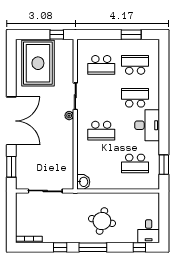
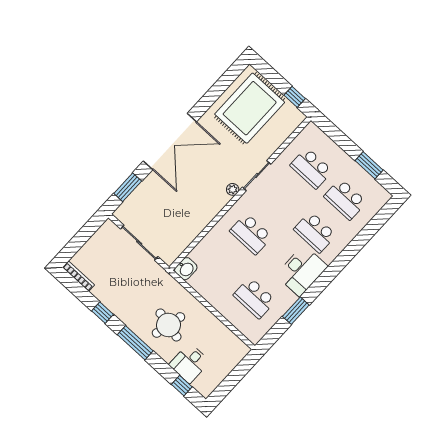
school desk: (135, 65) -> (345, 199), turned 180
school desk: (135, 98) -> (315, 232), turned 180
window: (164, 165) -> (296, 311), moved
desk: (149, 231) -> (189, 363), moved

